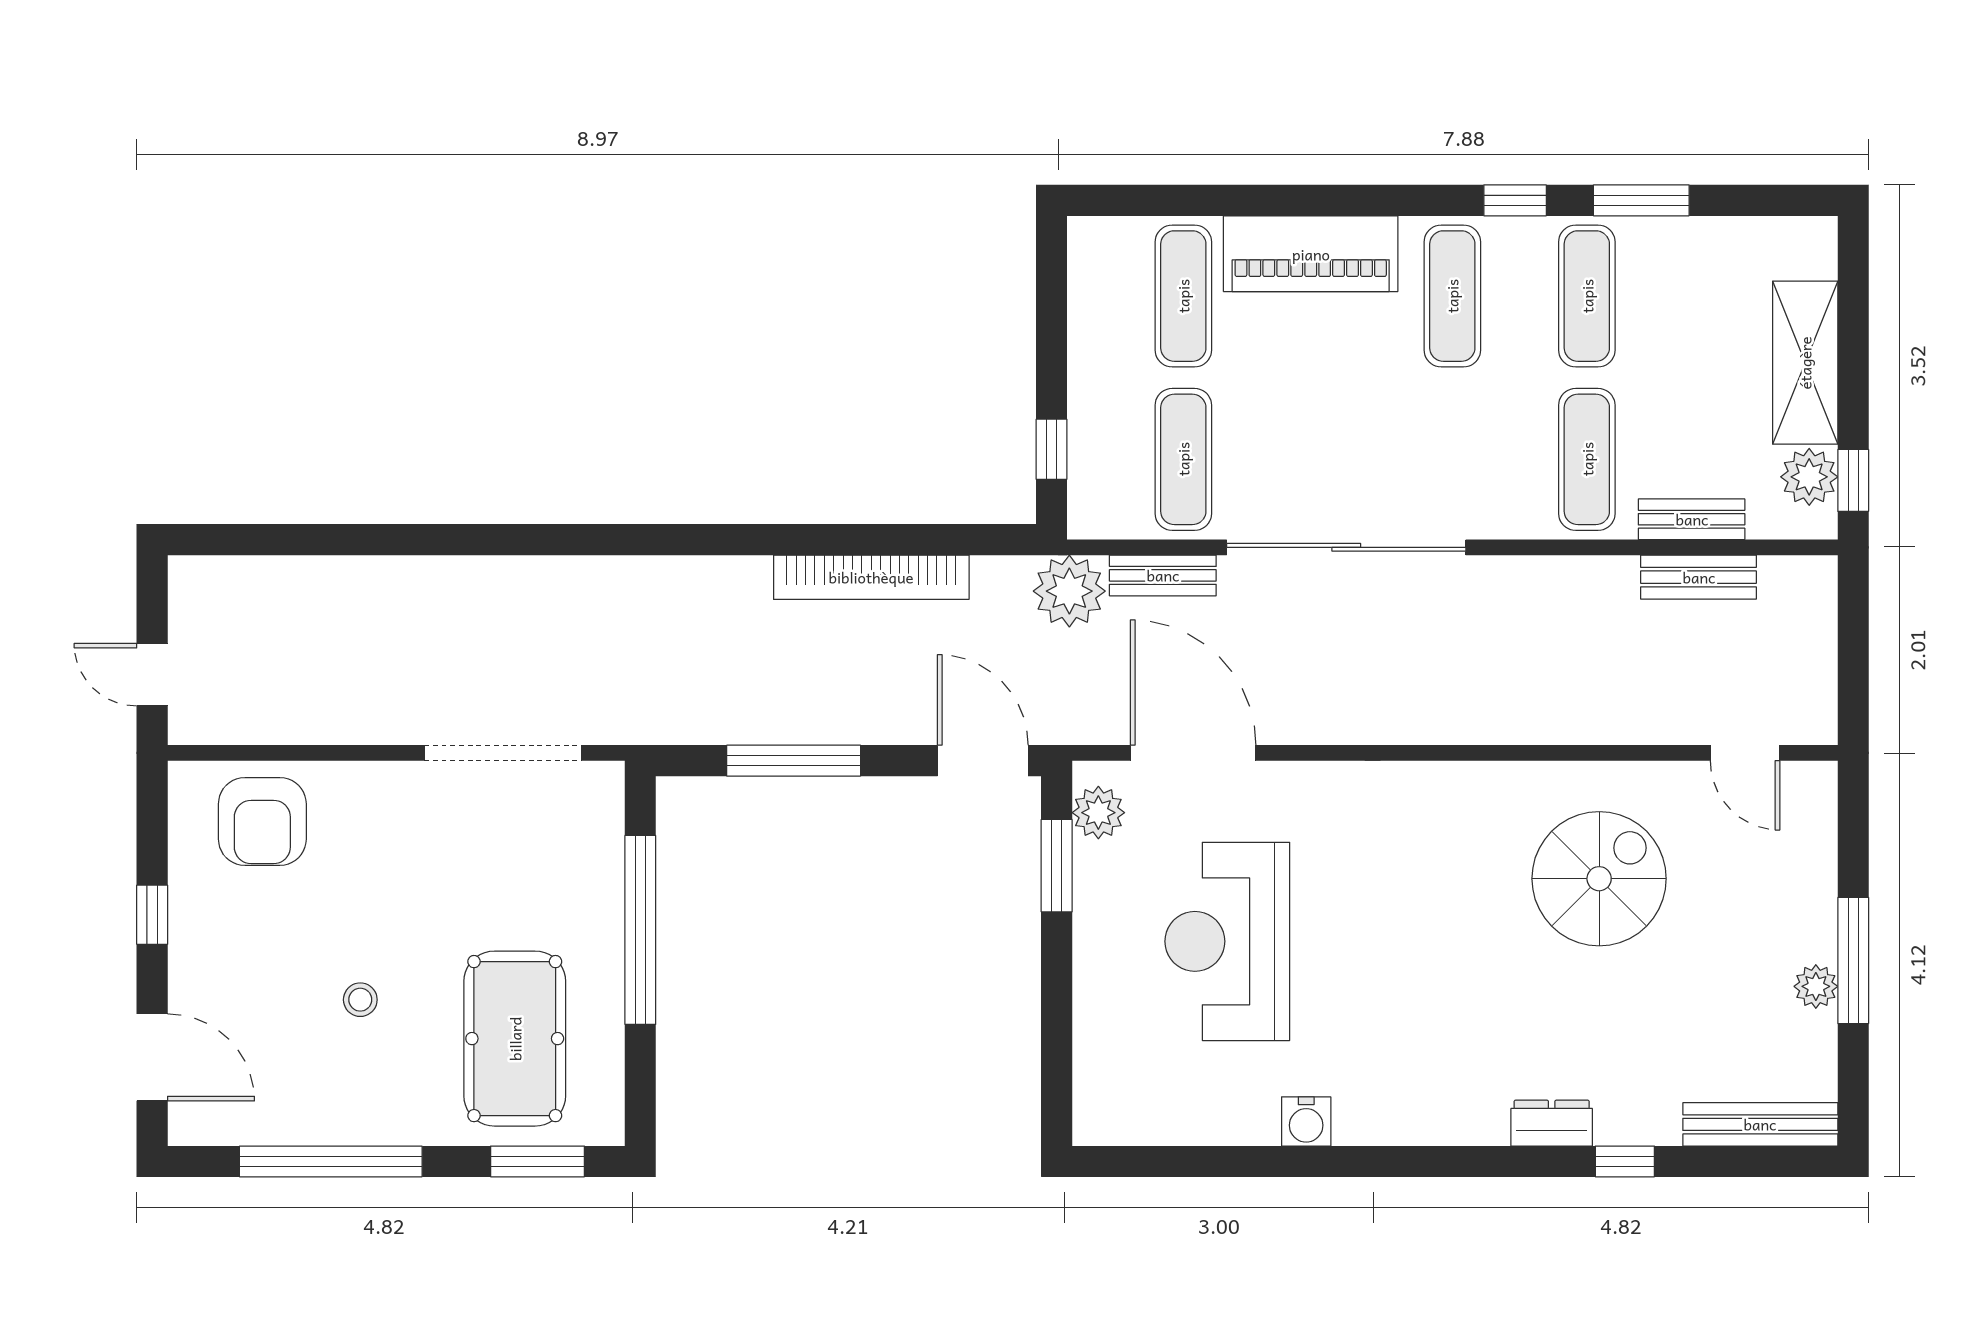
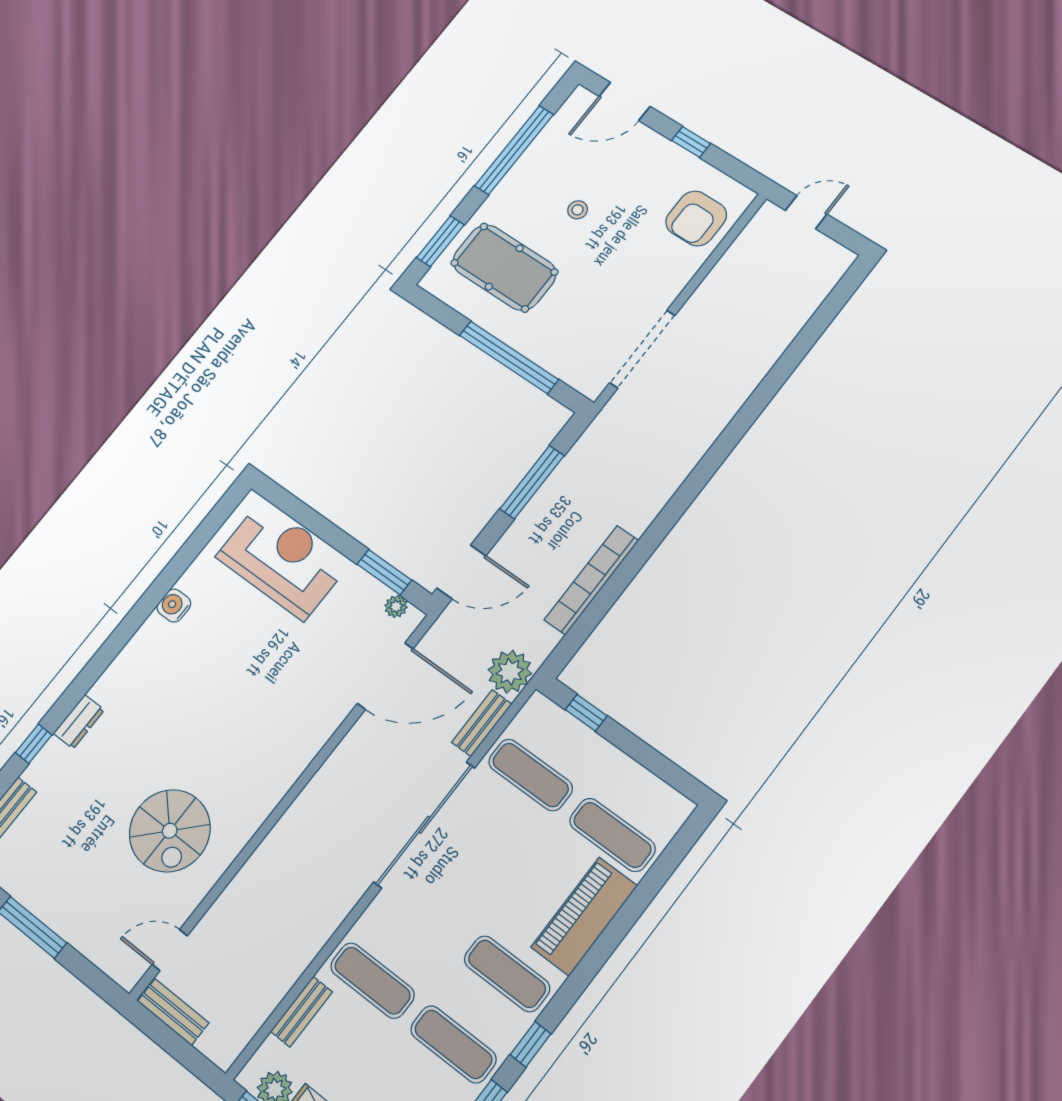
bench: (1699, 577) -> (173, 1012), moved, turned 90
plant: (1098, 813) -> (396, 606), width x0.73, depth x0.73
armchair: (262, 821) -> (696, 218), turned -90
reception desk: (1227, 941) -> (282, 560), moved
plant: (1816, 986) -> (36, 899), removed

